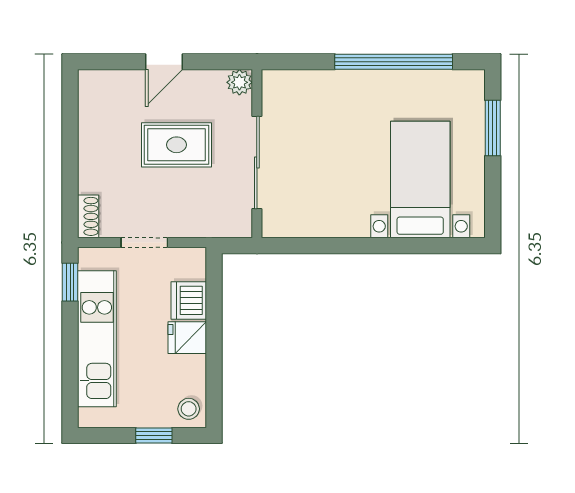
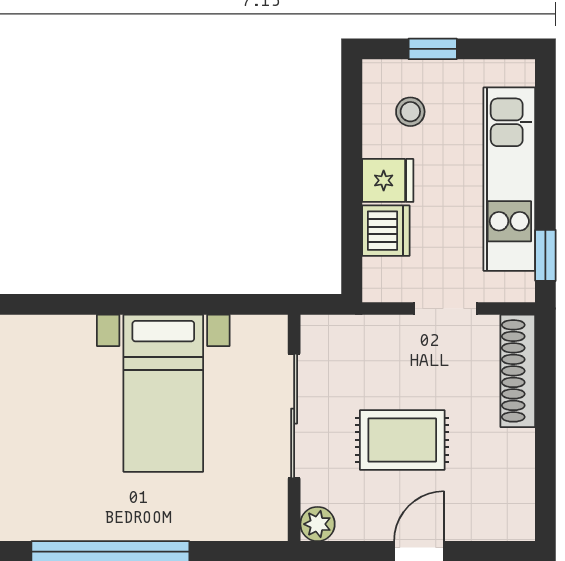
bed with nightstands: (420, 179) -> (163, 393), moved
shoe rack: (88, 216) -> (518, 371), width x1.94, depth x1.24
stool: (189, 409) -> (410, 112), moved

